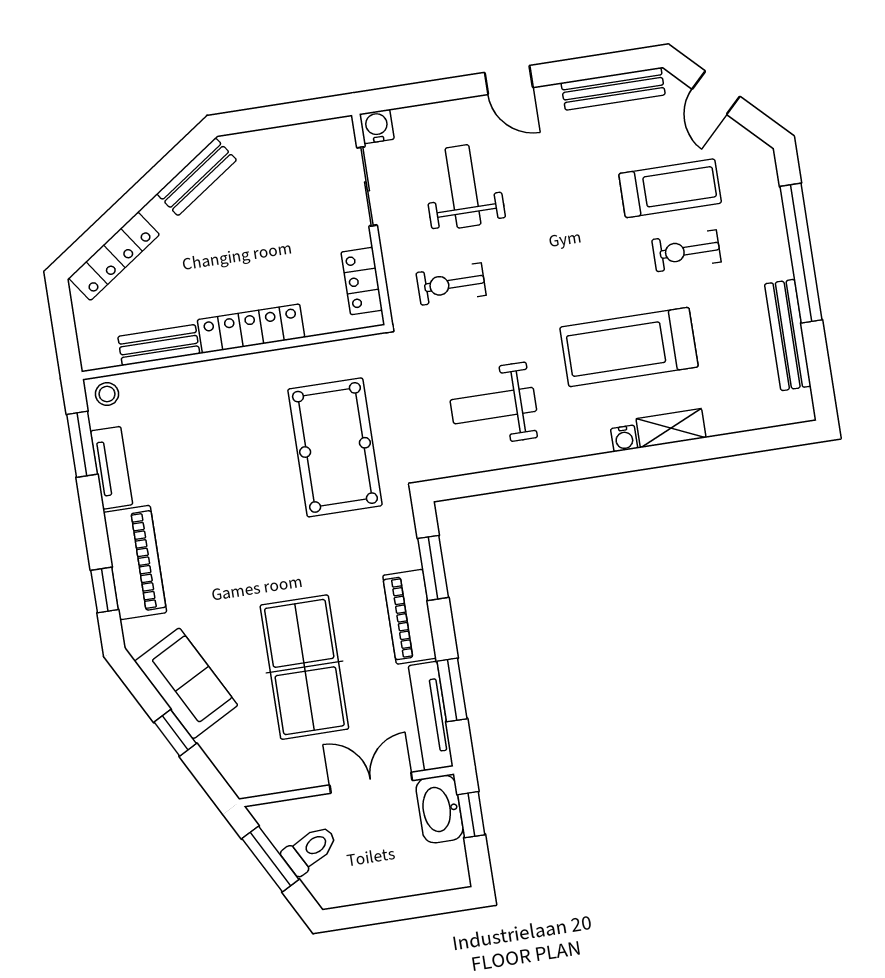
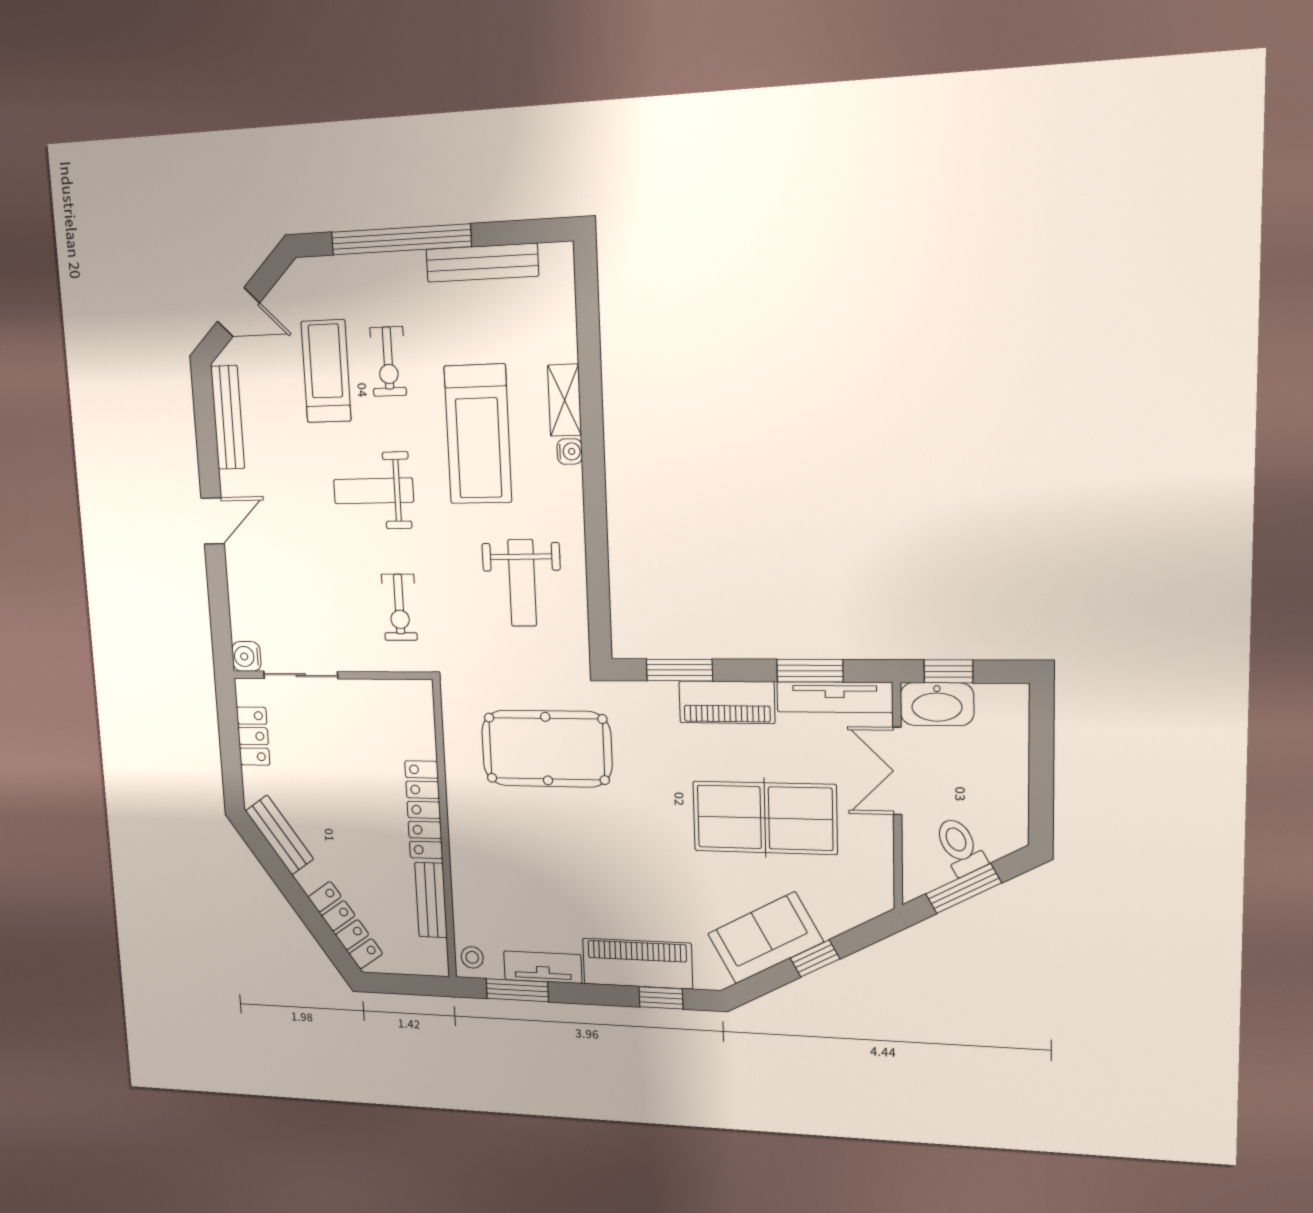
weight bench: (463, 186) -> (374, 491), moved
locker: (362, 281) -> (253, 736), moved, turned -90

